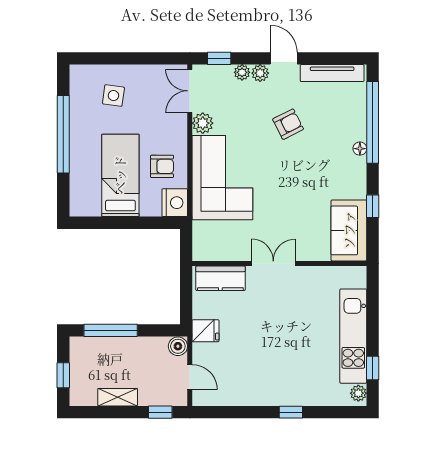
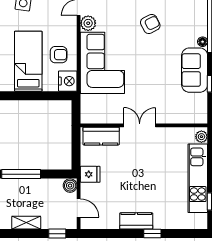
sofa: (349, 230) -> (195, 70), moved
plant: (358, 393) -> (201, 137), moved
kitchen counter: (269, 395) -> (136, 221), added

